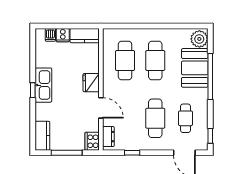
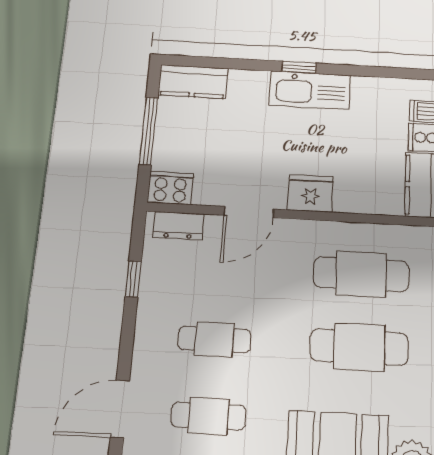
cafe table: (155, 118) -> (214, 339), width x0.73, depth x0.74

